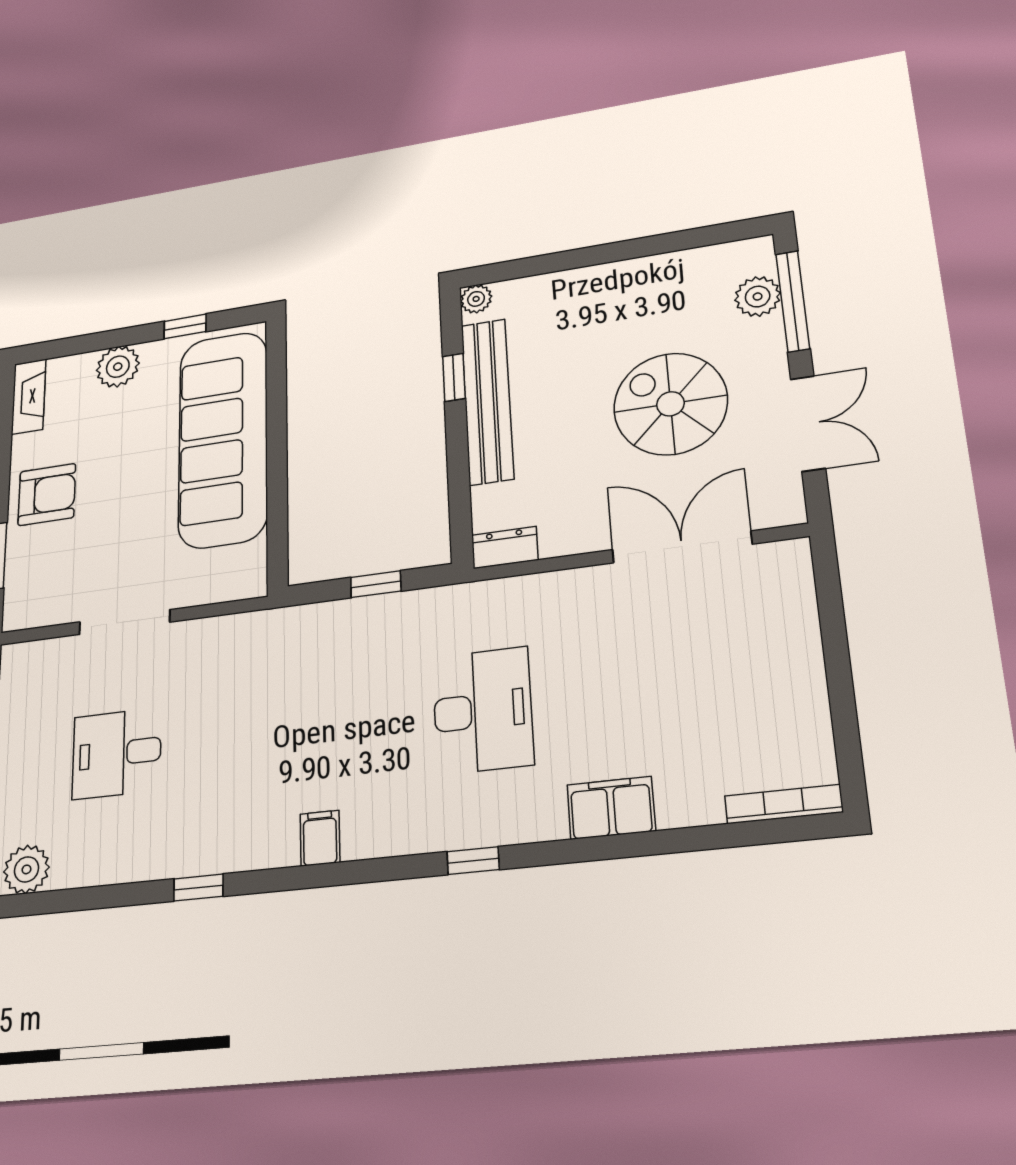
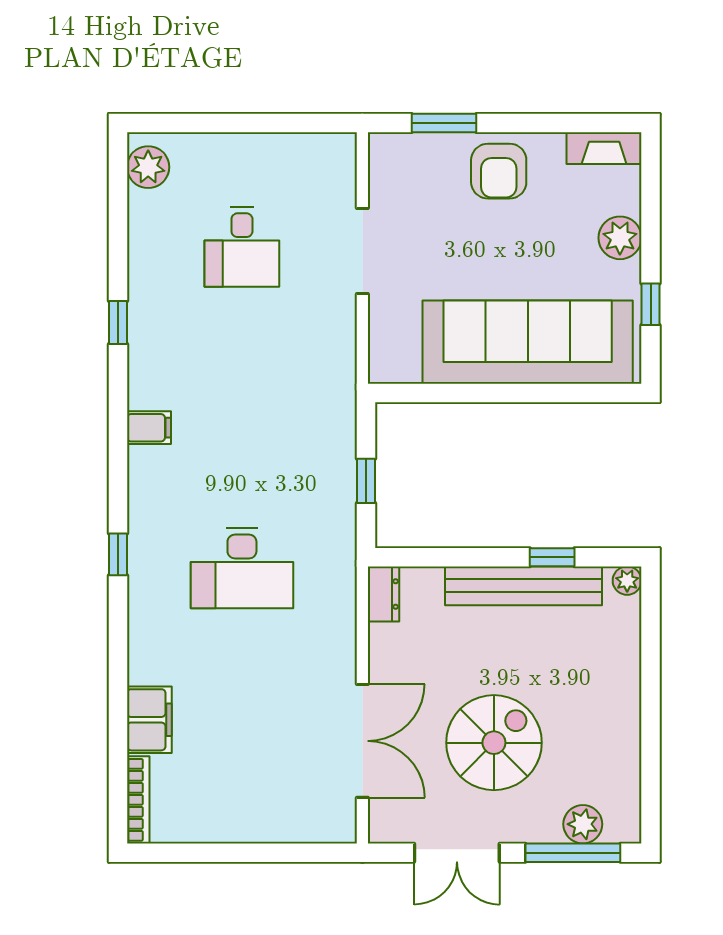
desk: (117, 753) -> (242, 247), turned 180
filing cabinet: (611, 808) -> (149, 720), moved

